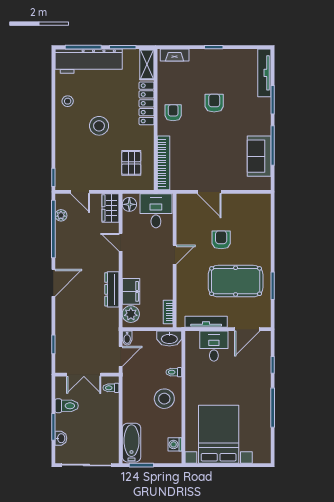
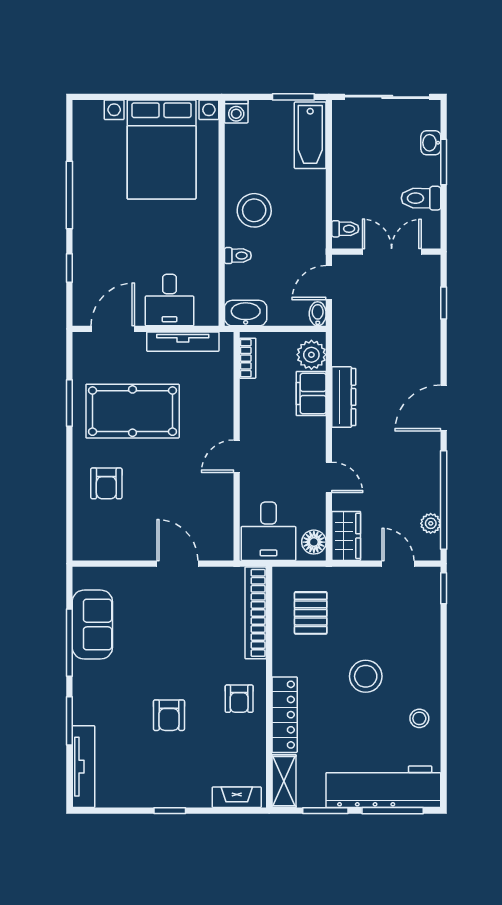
armchair: (221, 240) -> (106, 483), moved
washing machine: (175, 444) -> (236, 111), moved, turned 90

